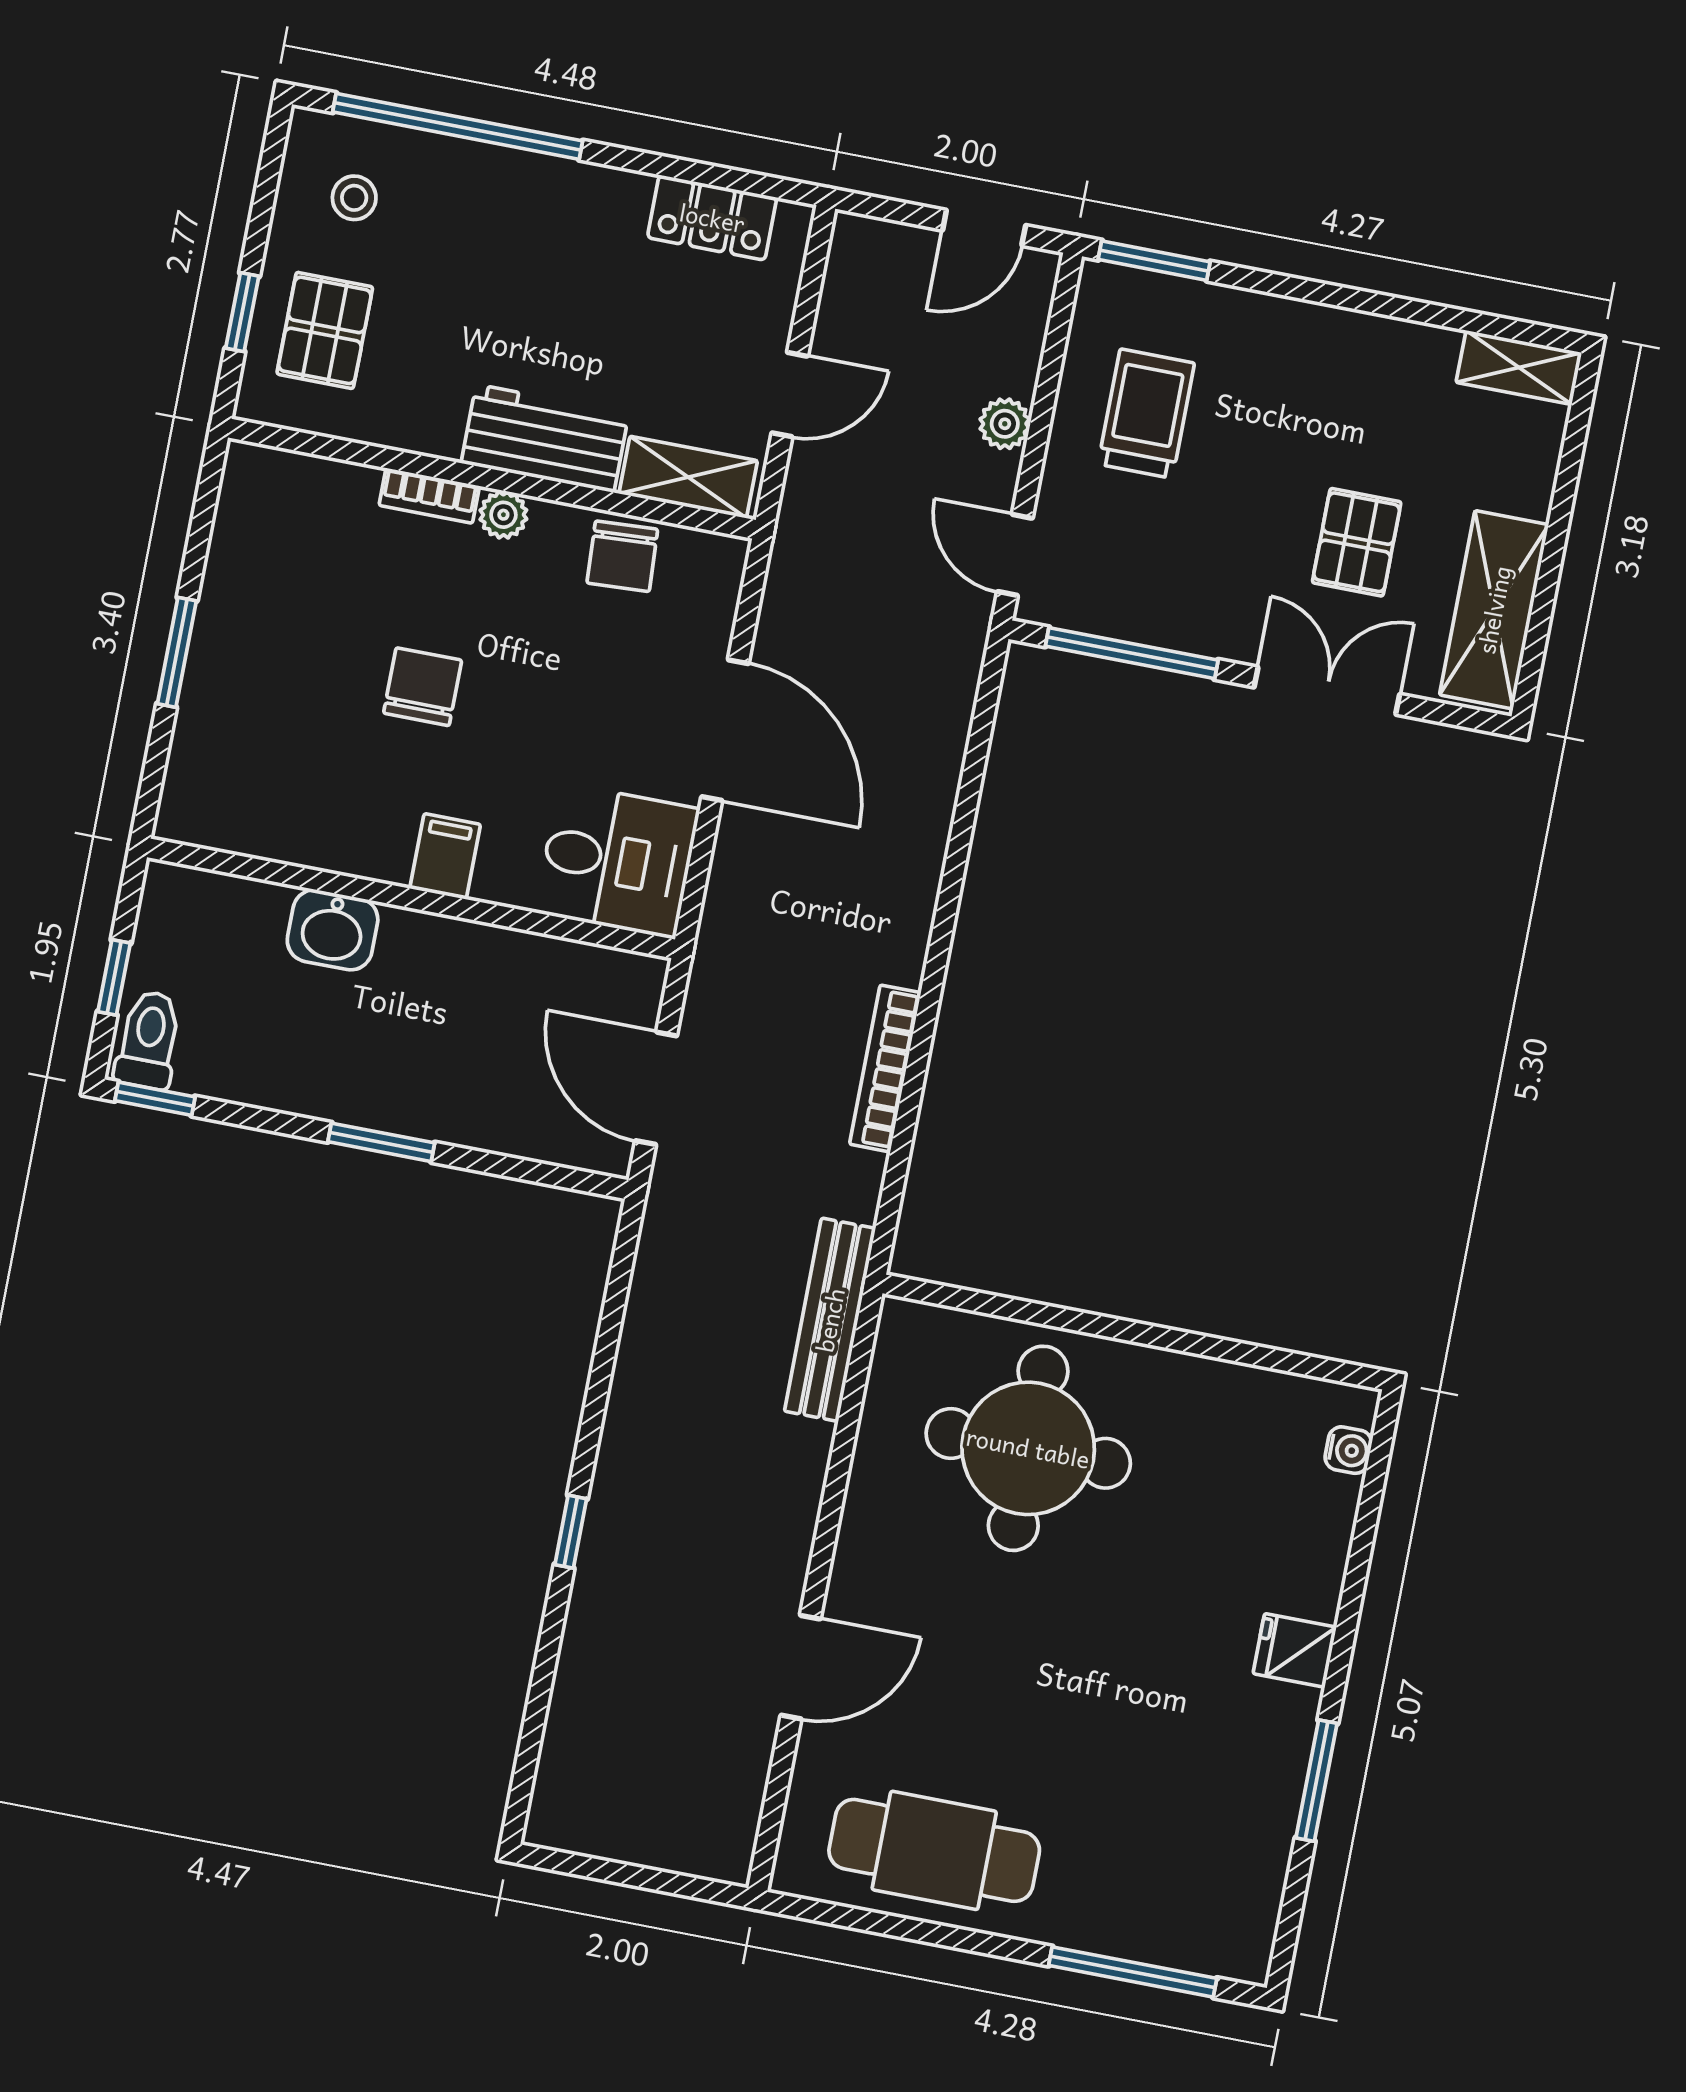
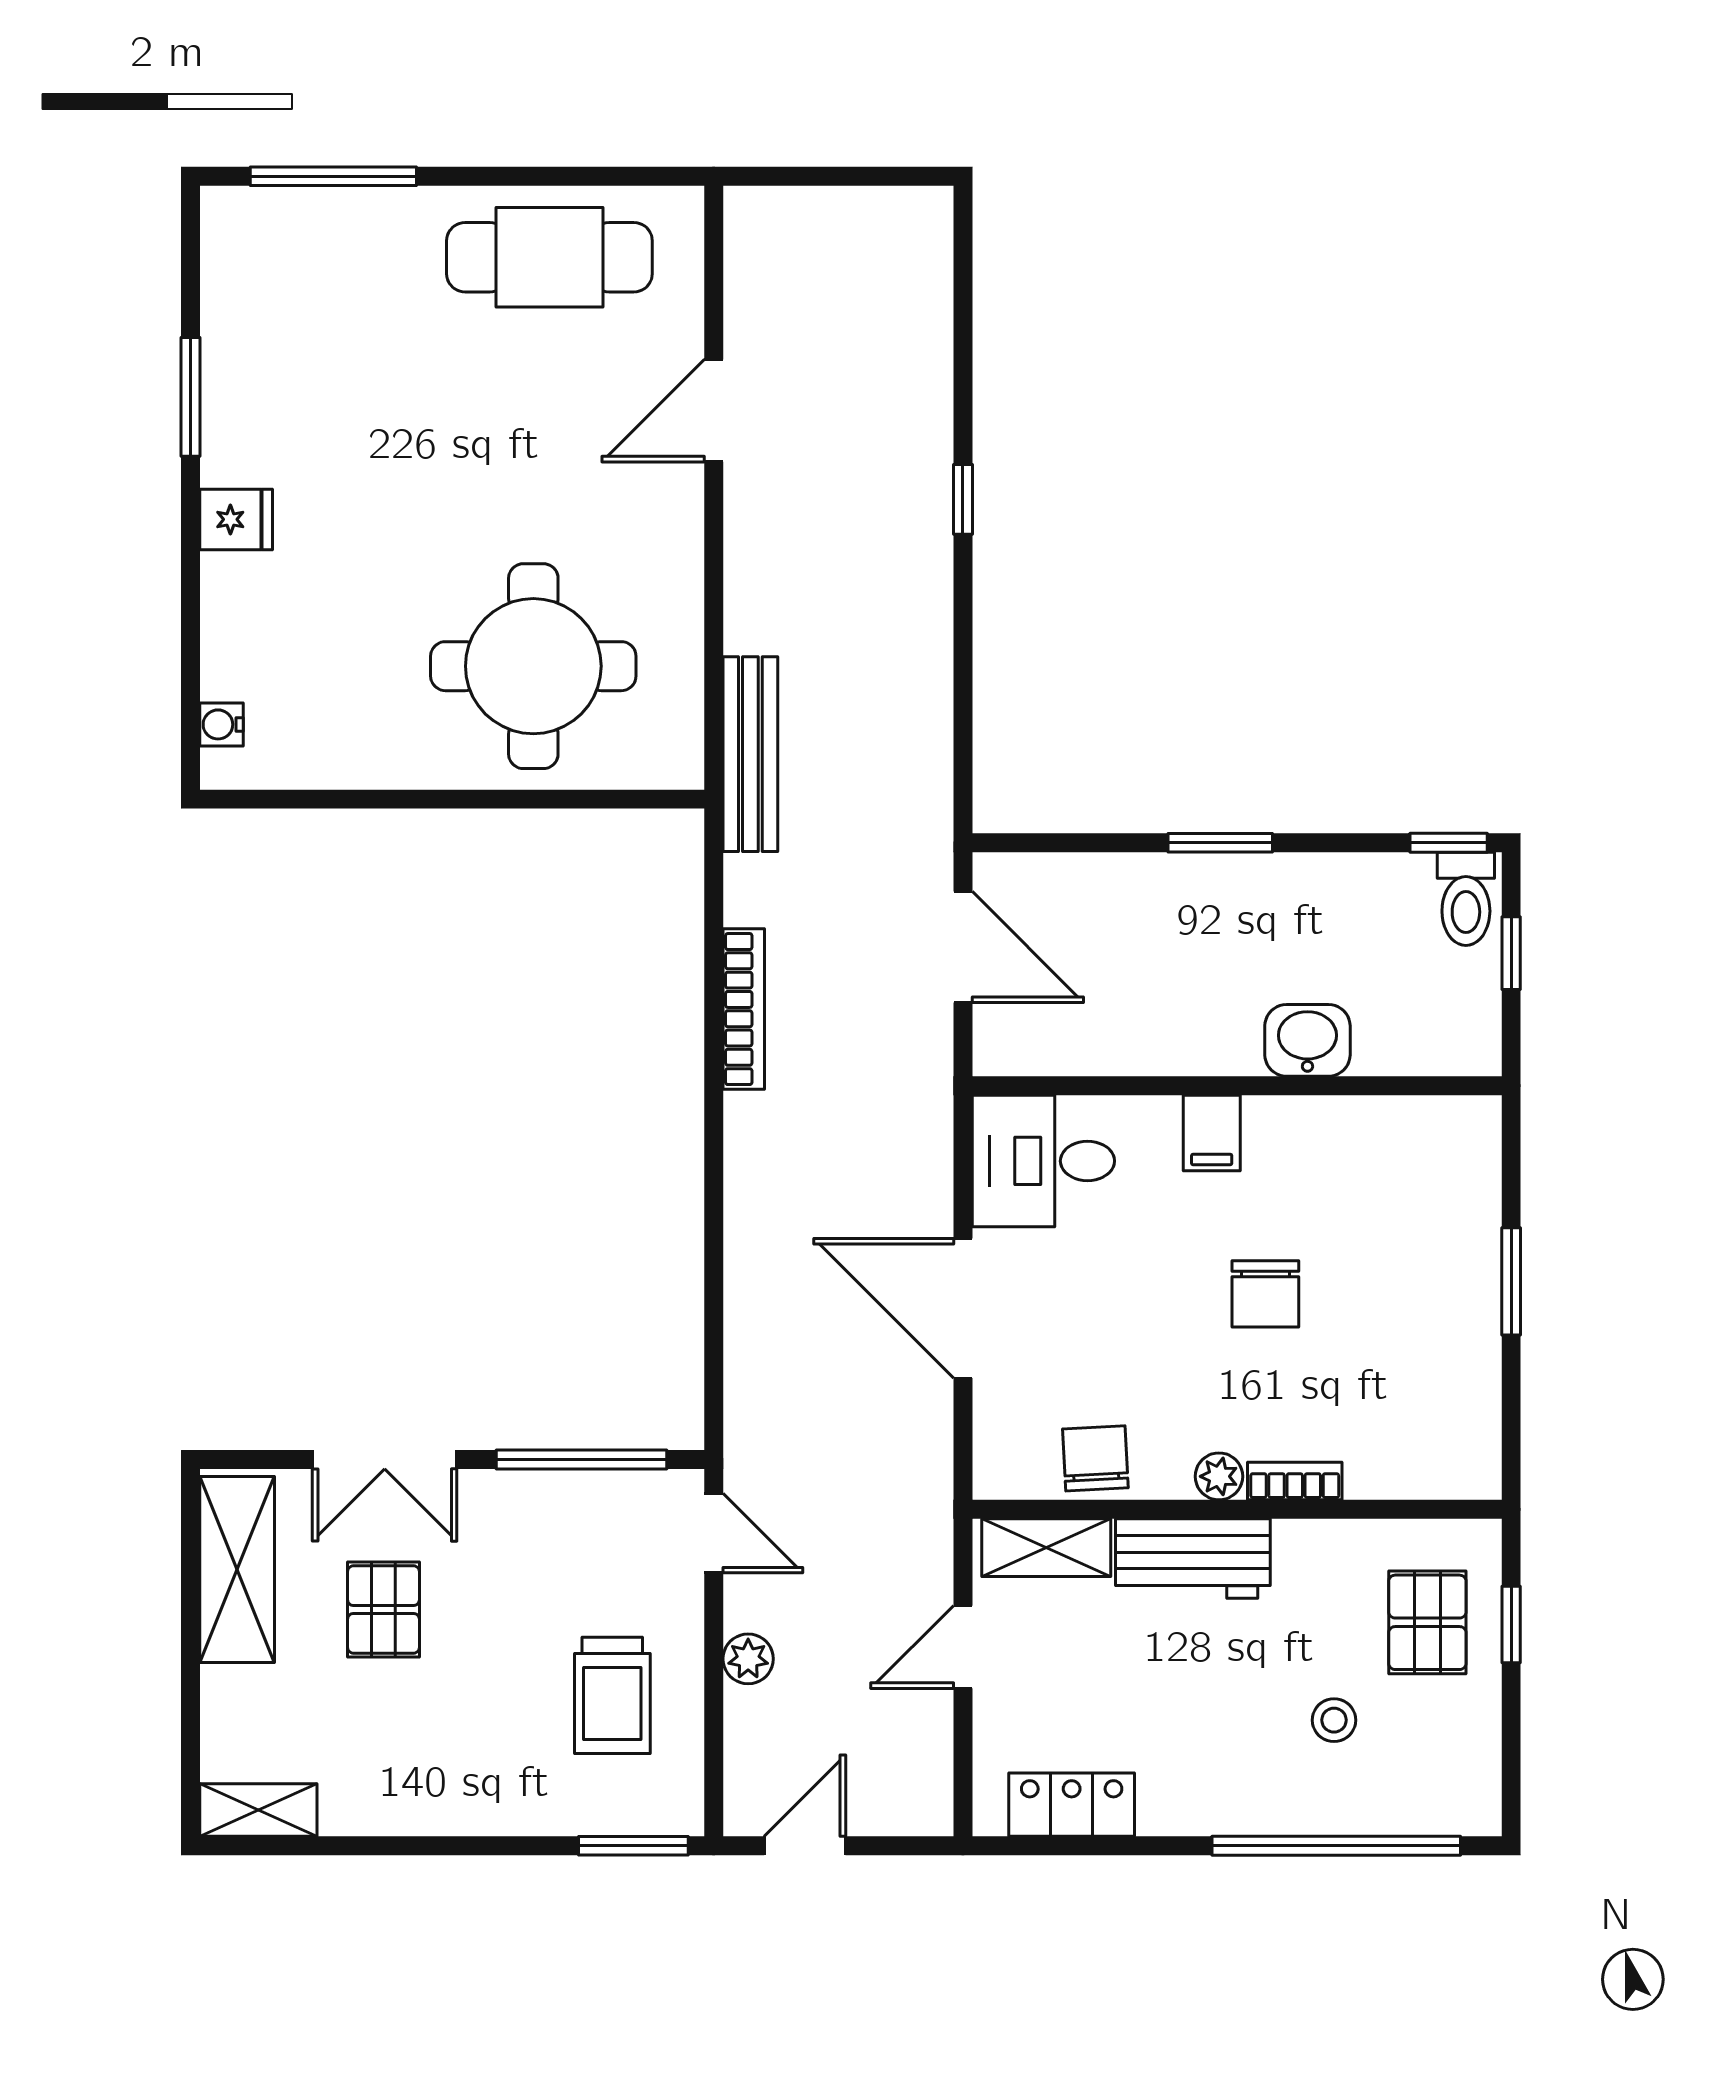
stool: (354, 198) -> (1334, 1720), moved

